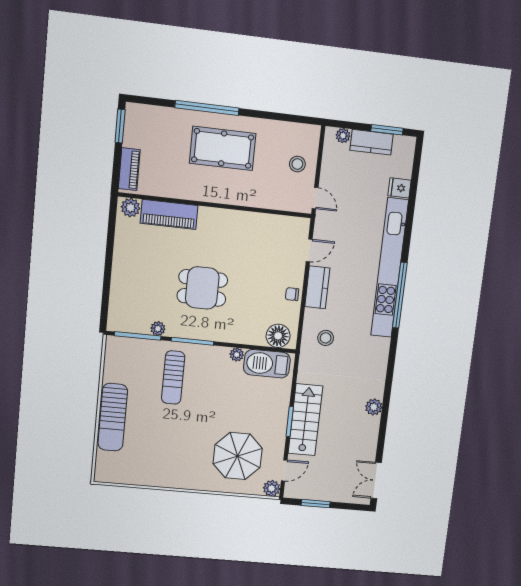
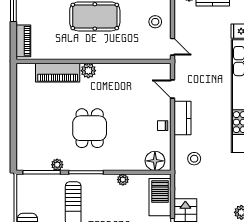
plant: (131, 208) -> (88, 71), moved
door: (309, 250) -> (172, 89), swing flipped
dining table: (202, 288) -> (90, 128), turned 90
barbecue: (267, 364) -> (160, 197), moved, turned 90

